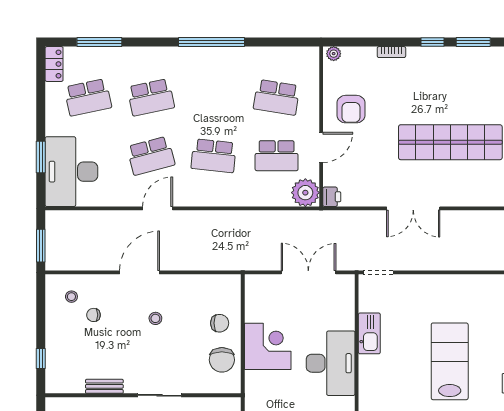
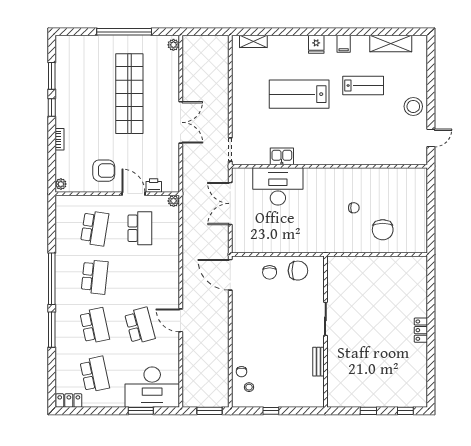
window: (99, 42) -> (52, 330), moved
school desk: (214, 156) -> (95, 277), moved
plant: (305, 193) -> (174, 201), width x0.53, depth x0.53
printer: (332, 197) -> (154, 185), moved
door: (140, 272) -> (230, 275), moved
chair: (93, 315) -> (242, 372), moved
stool: (155, 318) -> (266, 322), removed
chair: (220, 323) -> (270, 272), turned 180
kitchen sink: (369, 333) -> (282, 156), width x0.73
corner desk: (268, 346) -> (288, 235), removed
window: (41, 359) -> (271, 411), moved
desk: (331, 363) -> (278, 186), moved

